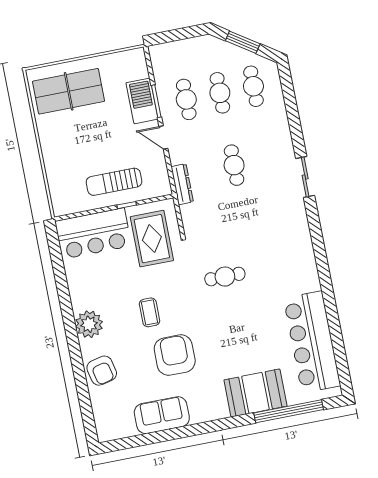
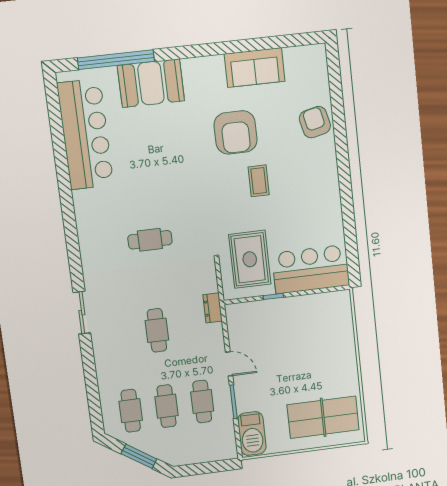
barbecue: (142, 101) -> (252, 434), moved
sun lounger: (114, 182) -> (284, 322), removed
dresser: (182, 184) -> (213, 308), width x0.70
cafe table: (225, 277) -> (150, 240), moved
plant: (89, 324) -> (324, 173), removed

